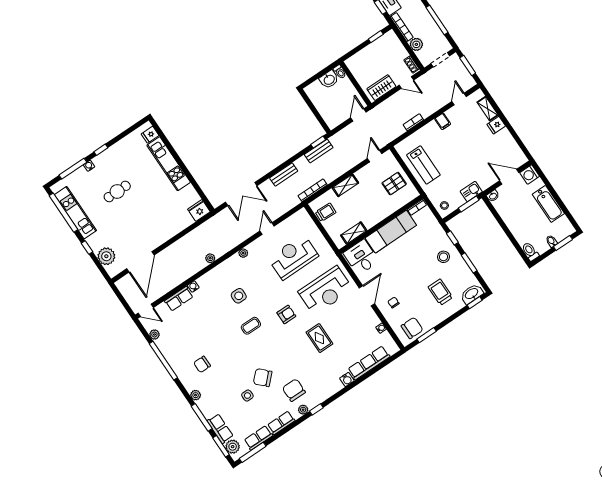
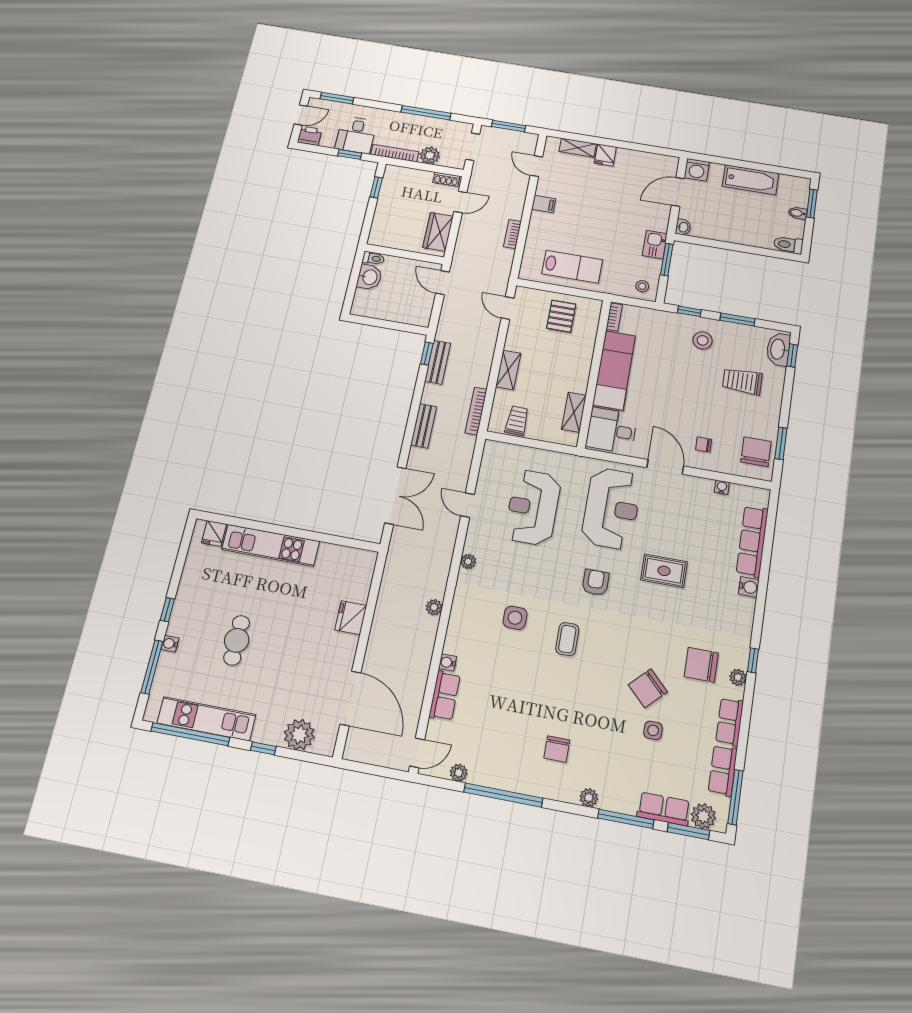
fridge: (199, 210) -> (351, 618), moved

